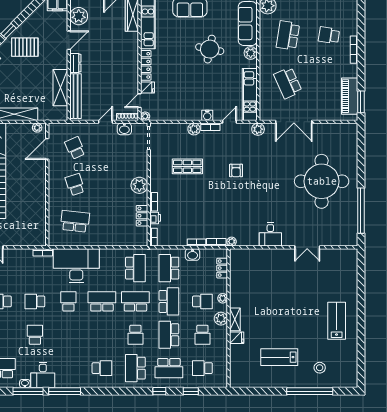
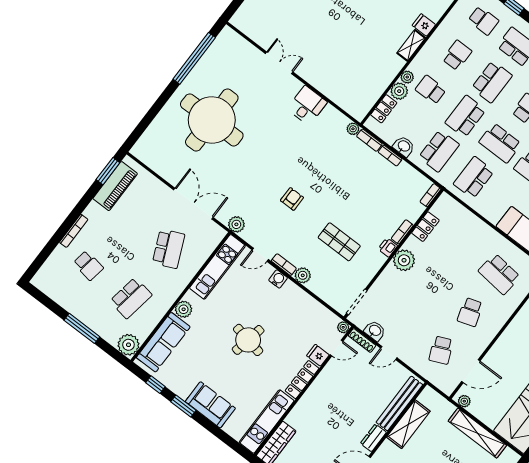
round table: (210, 49) -> (248, 340), moved
printer: (155, 218) -> (388, 247), moved
plant: (221, 319) -> (399, 91), moved

